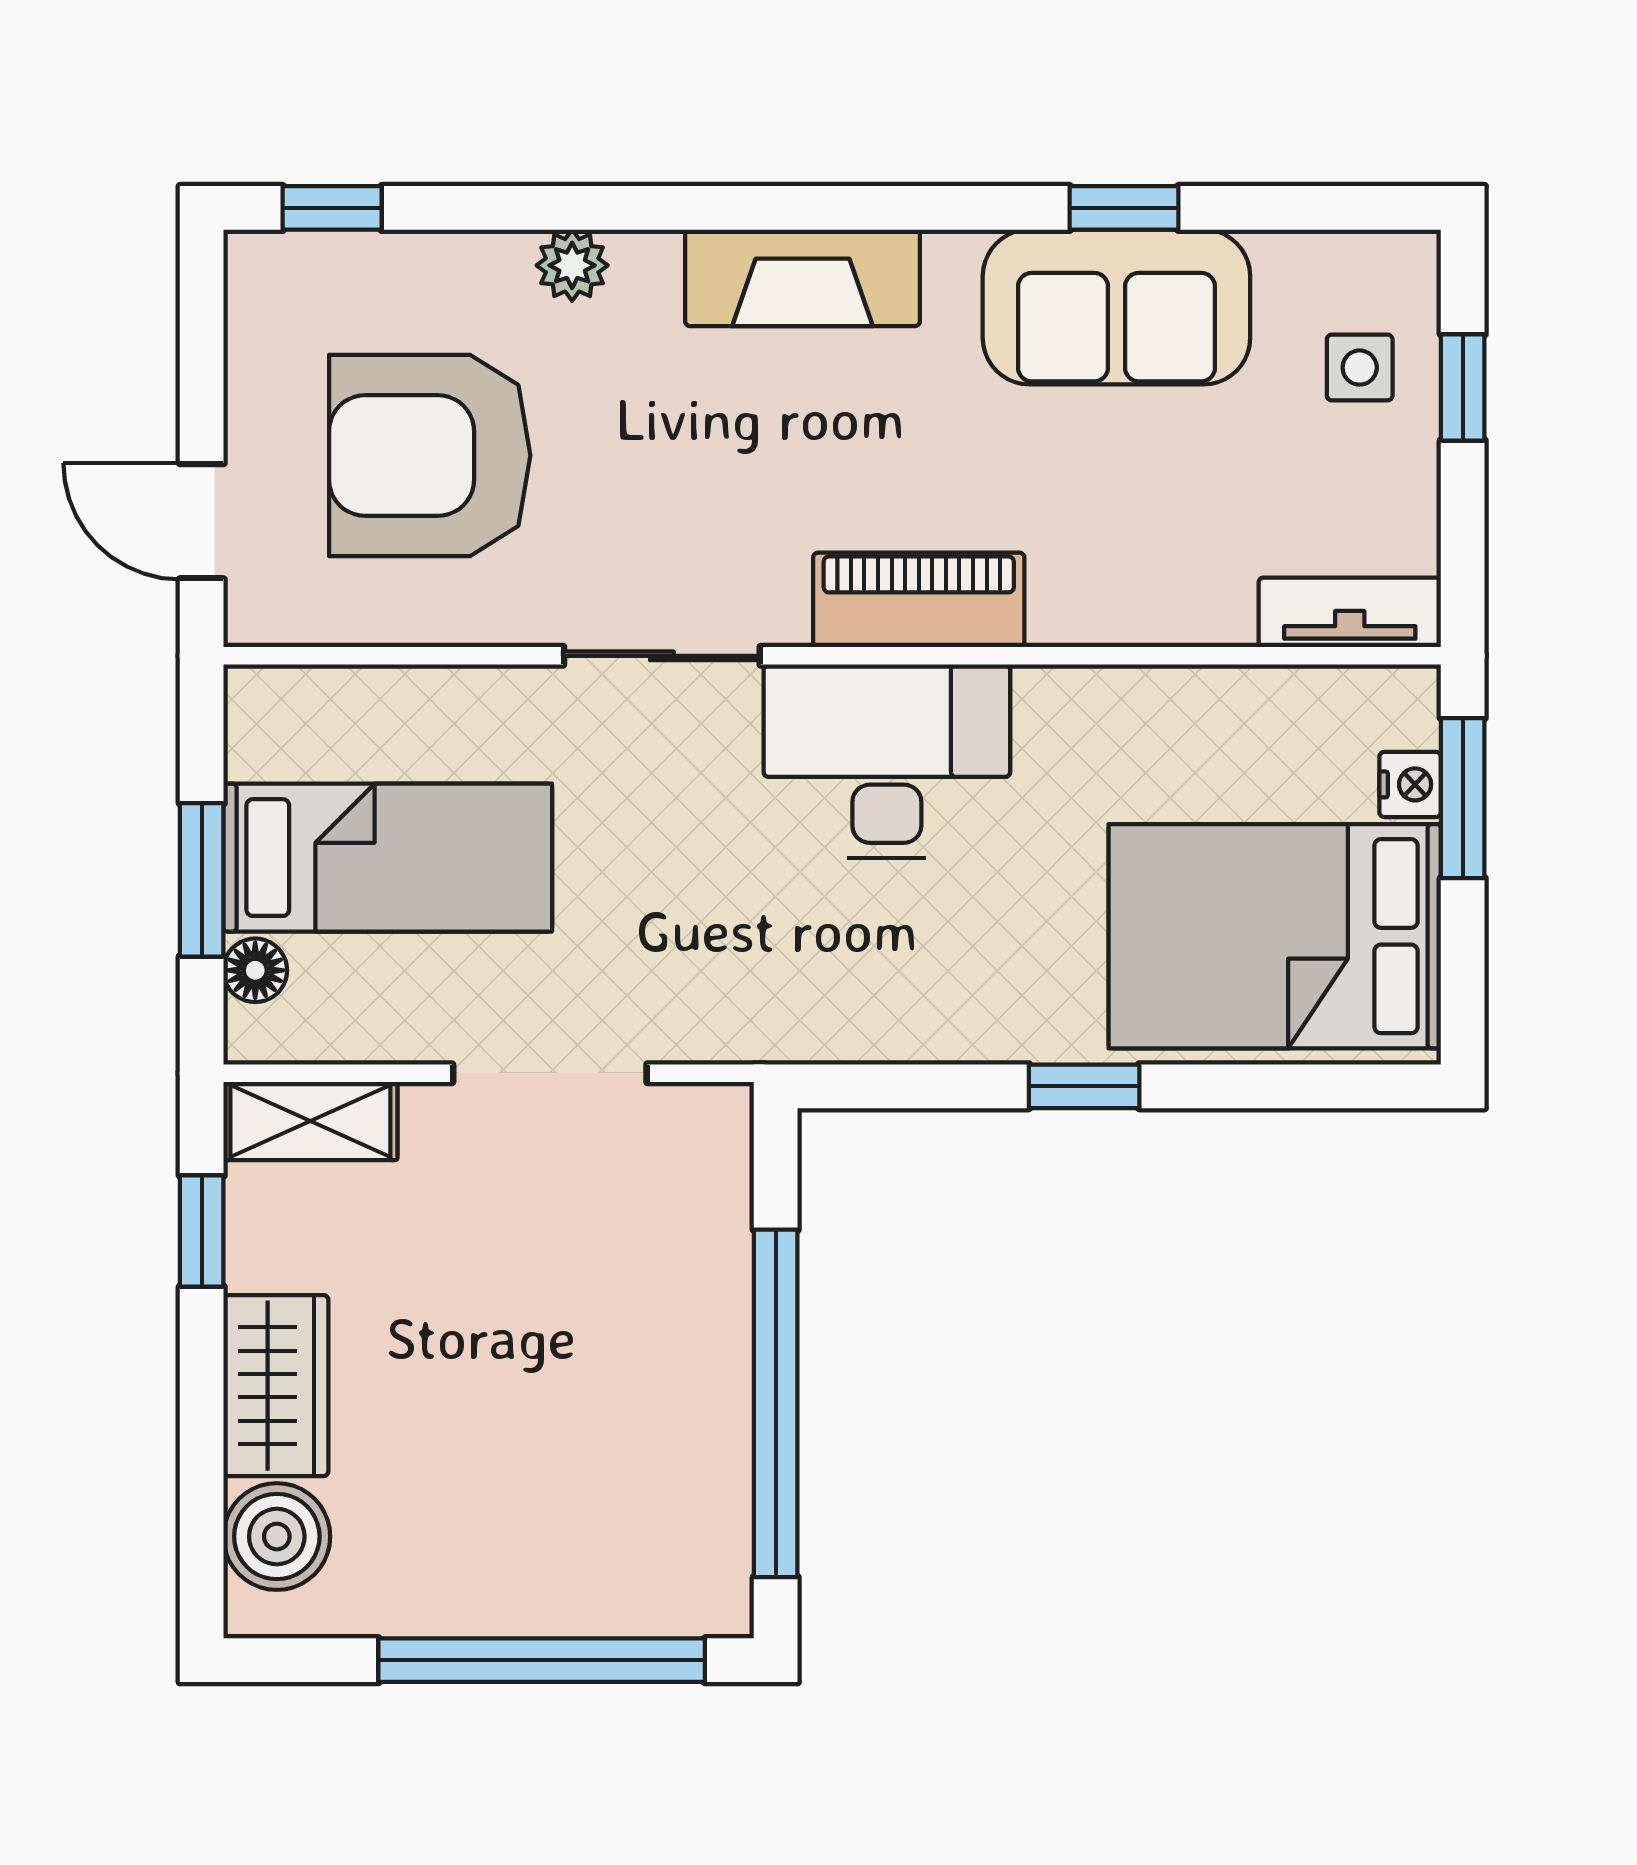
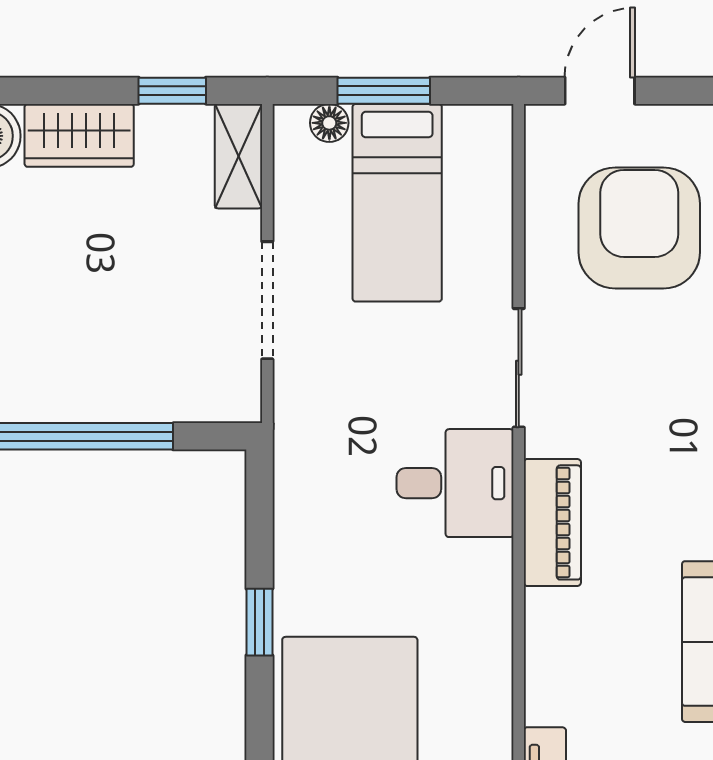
desk: (887, 761) -> (455, 483), width x0.73

